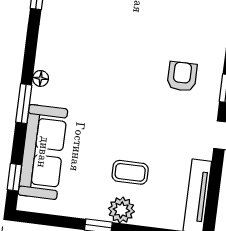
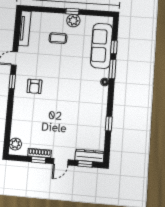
window: (14, 177) -> (114, 47), moved
plant: (121, 210) -> (73, 21), moved

